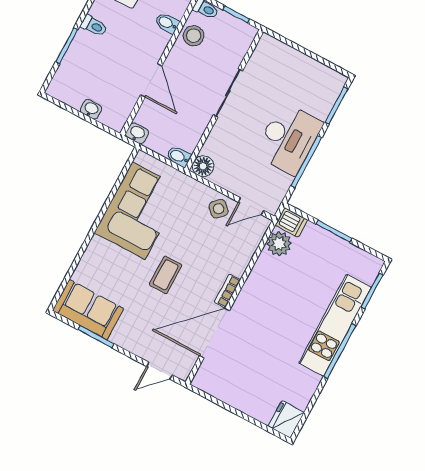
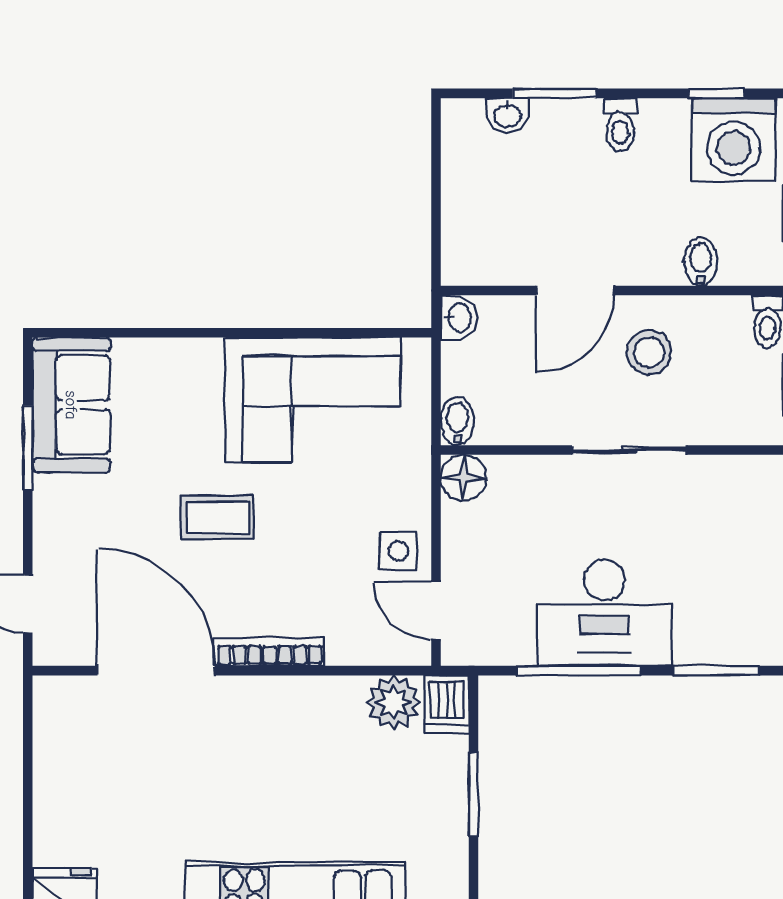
stool: (194, 36) -> (649, 352), moved
washbasin: (91, 109) -> (507, 115), moved, turned 90
side table: (219, 209) -> (398, 551), turned 45
bookcase: (227, 291) -> (270, 652), width x1.56

